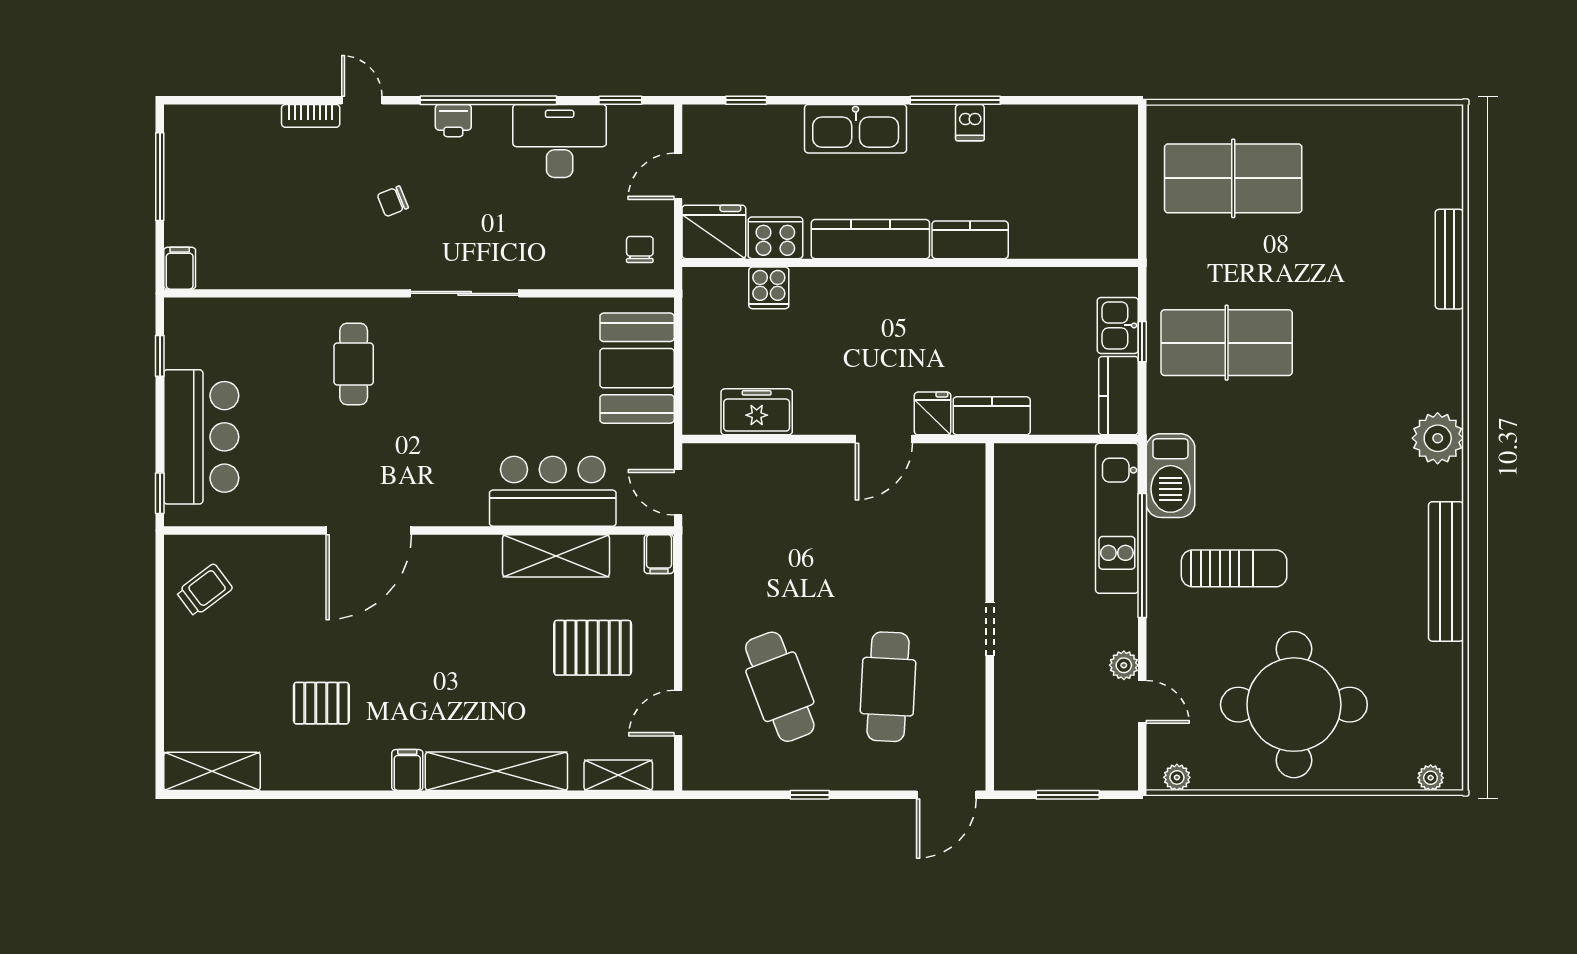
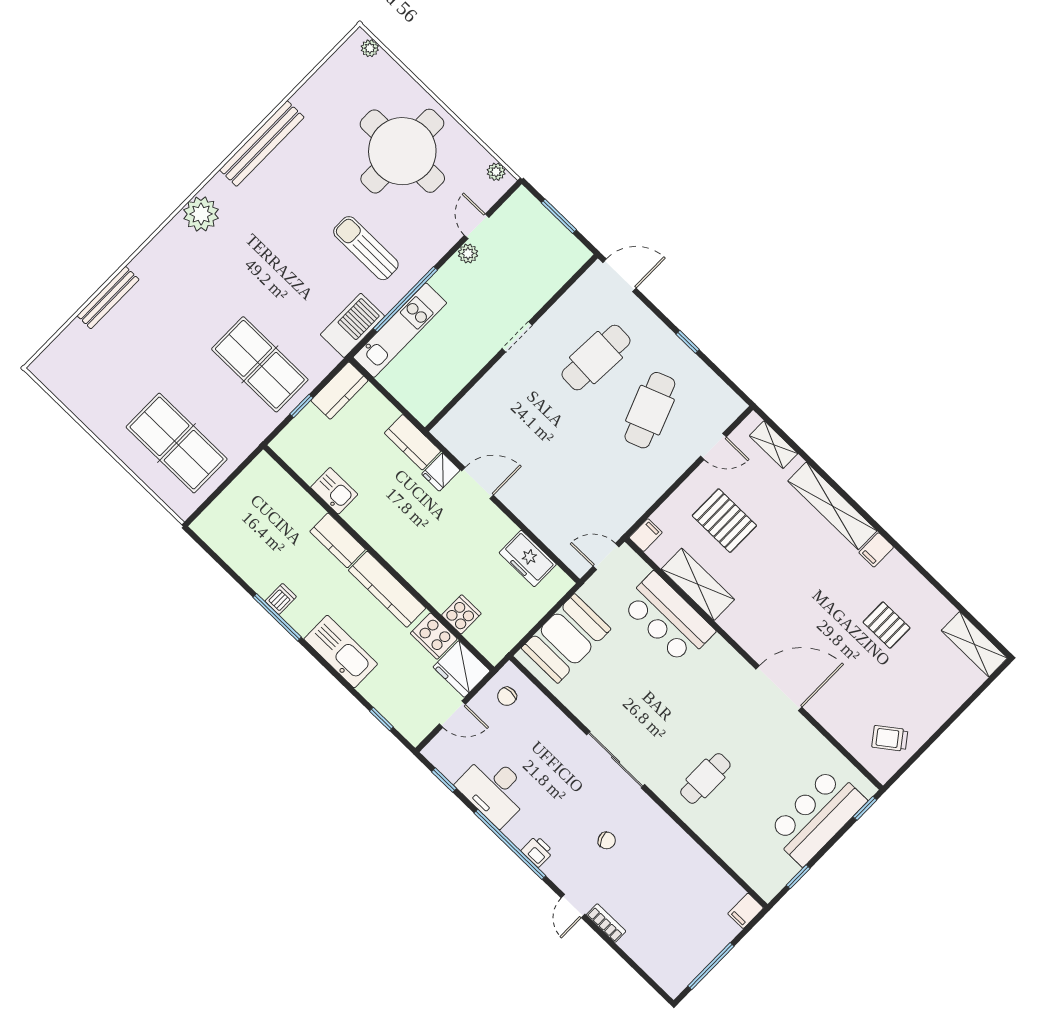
kitchen sink: (1118, 325) -> (334, 491), moved, turned -90
door: (678, 492) -> (606, 557), swing flipped

